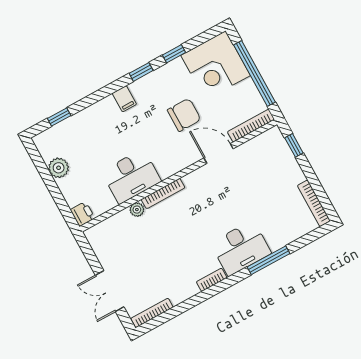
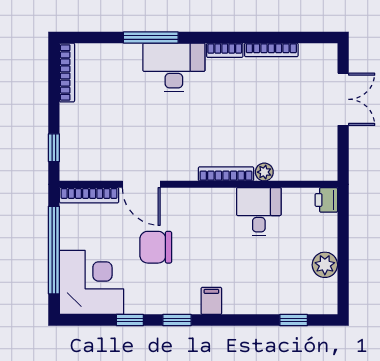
desk: (131, 176) -> (259, 212), width x0.73
bookcase: (152, 313) -> (271, 50), moved

